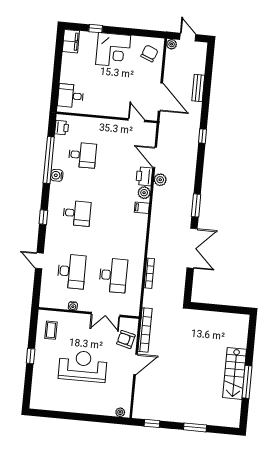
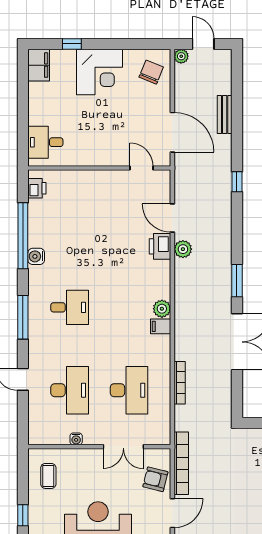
desk: (82, 155) -> (70, 224), removed
plant: (144, 193) -> (162, 309), moved
filing cabinet: (142, 208) -> (161, 326), moved
window: (43, 217) -> (23, 317), width x2.17

